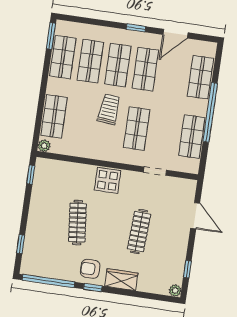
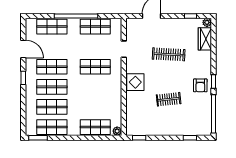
trolley: (109, 109) -> (84, 88), removed
clothes rail: (77, 223) -> (169, 99), width x0.73
wardrobe: (121, 280) -> (205, 39), moved

